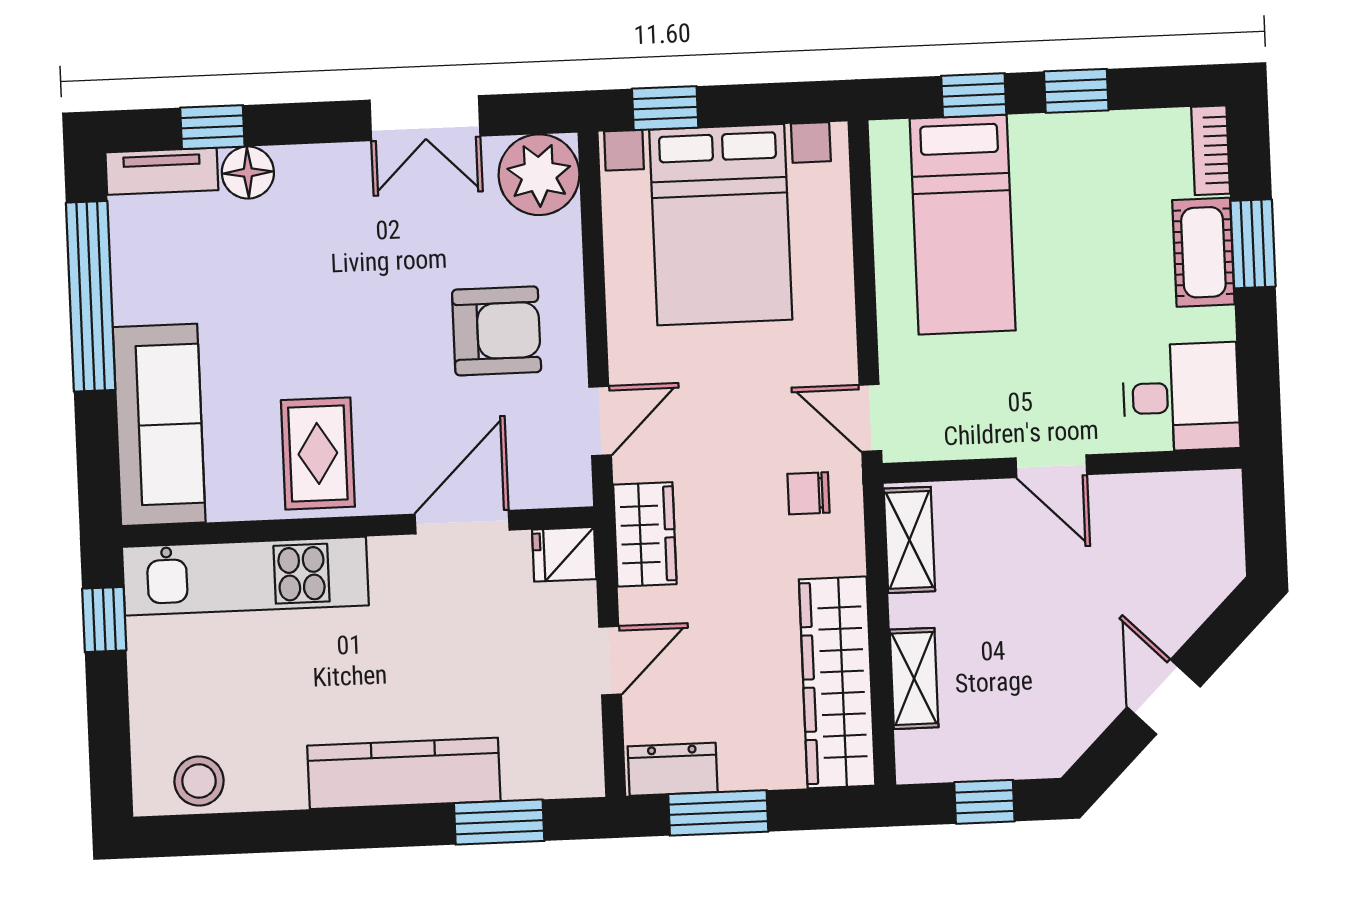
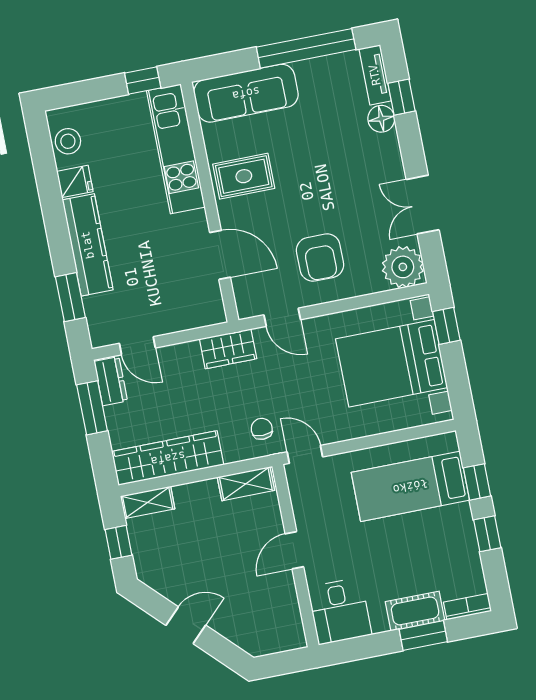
door: (870, 418) -> (305, 454), hinge flipped
fridge: (564, 554) -> (75, 181), moved, turned 90
door: (610, 661) -> (137, 346), moved
shelving: (914, 678) -> (148, 502), moved

